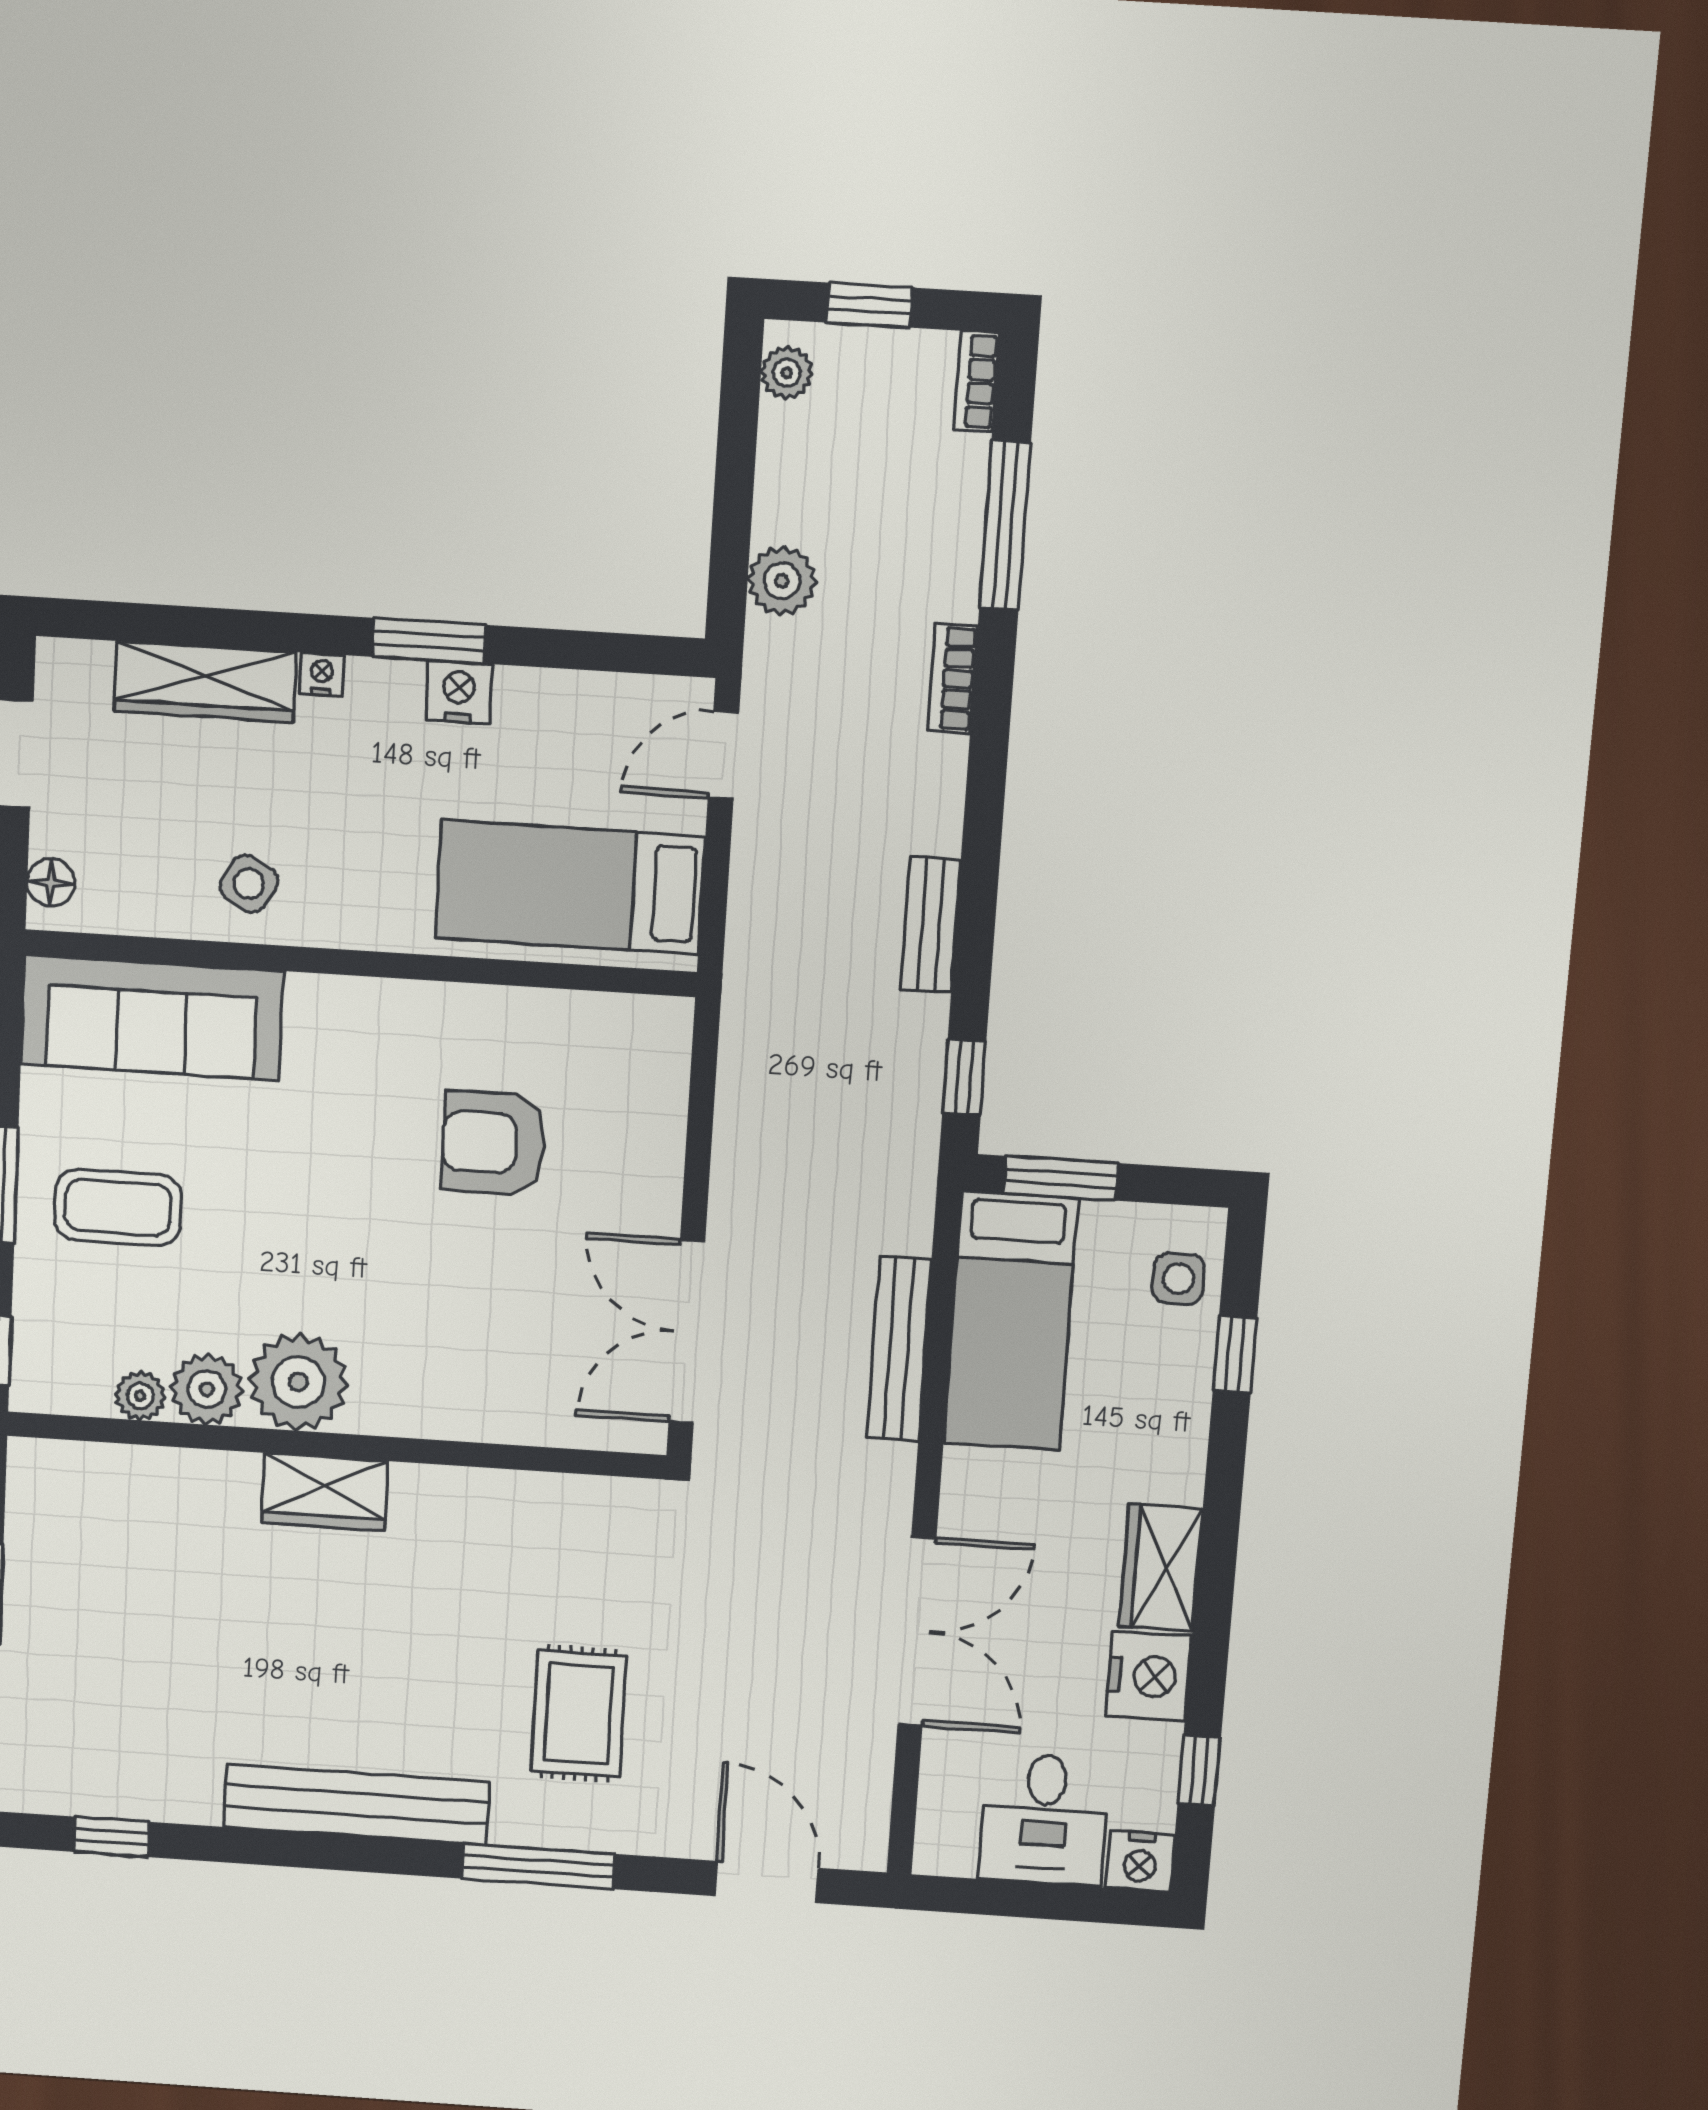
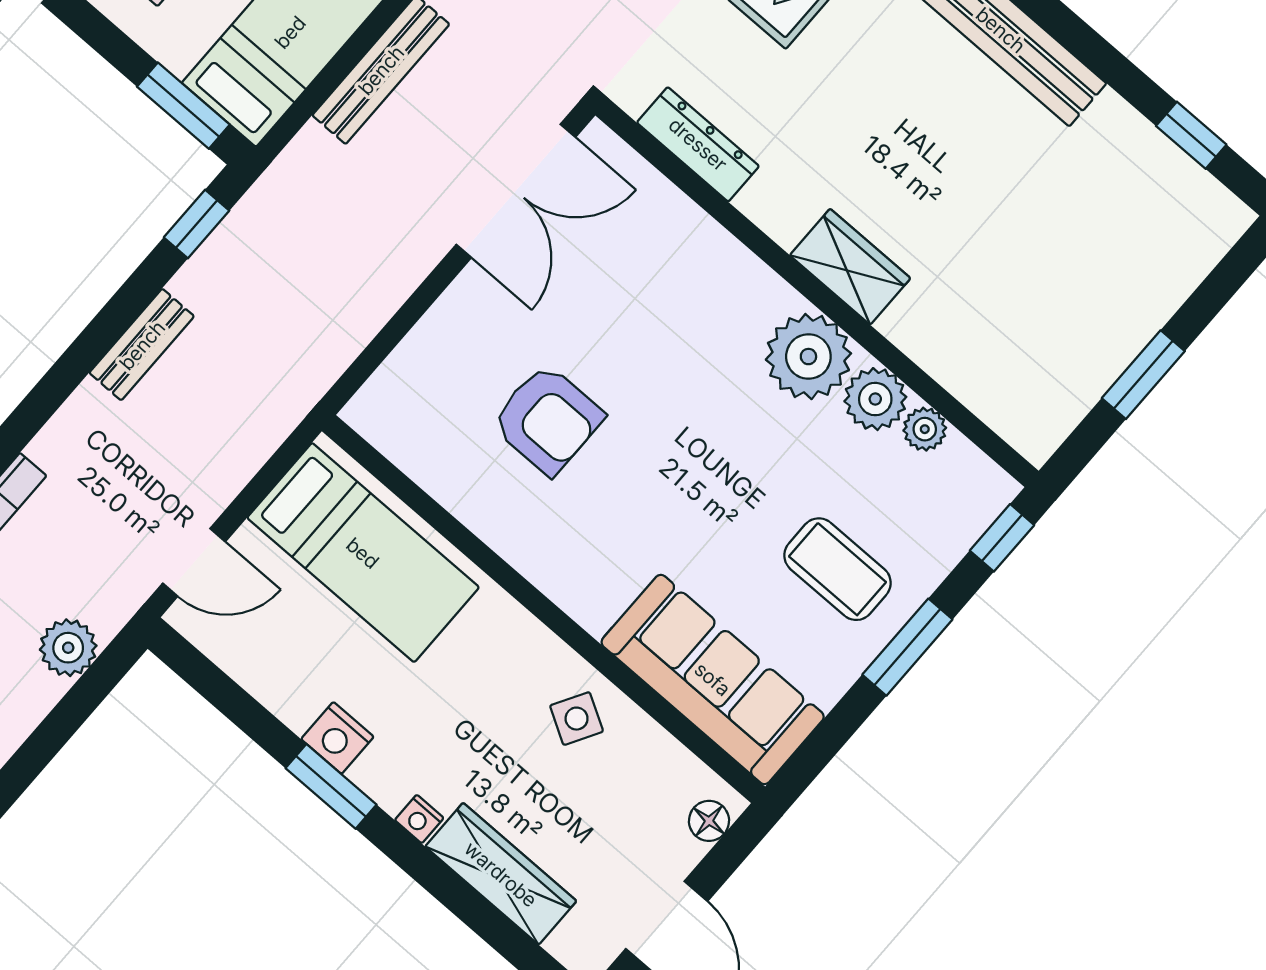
dresser: (551, 1499) -> (698, 144), added

